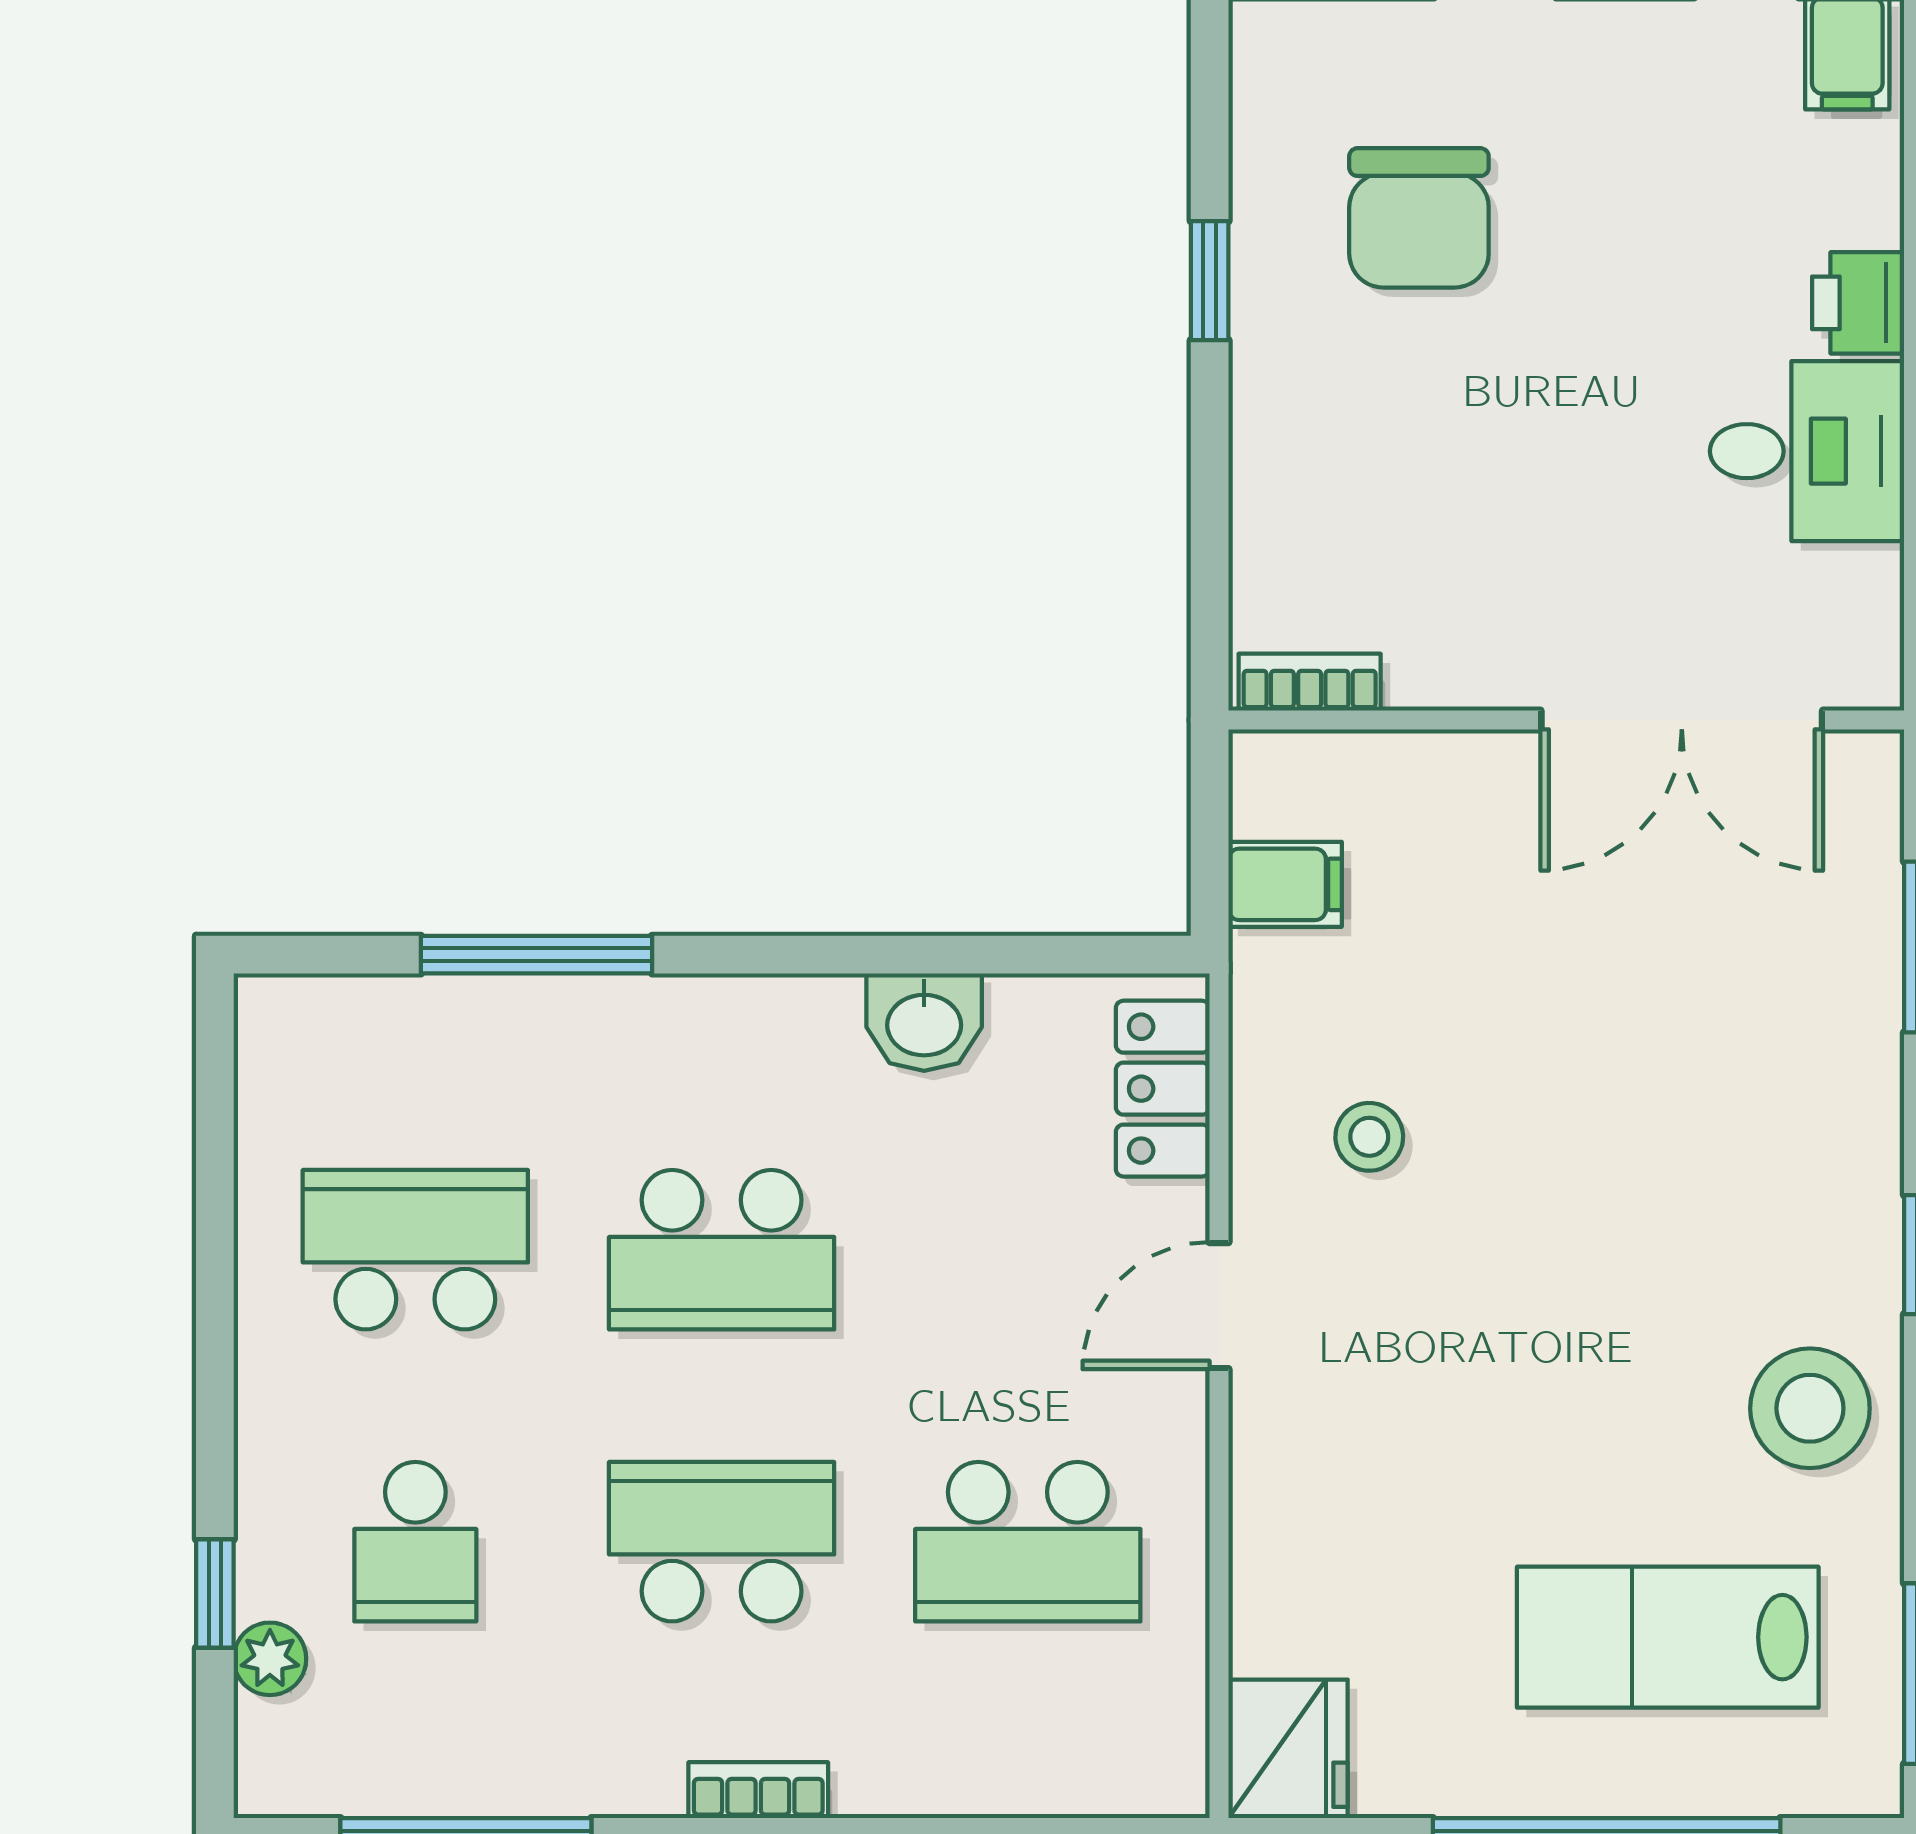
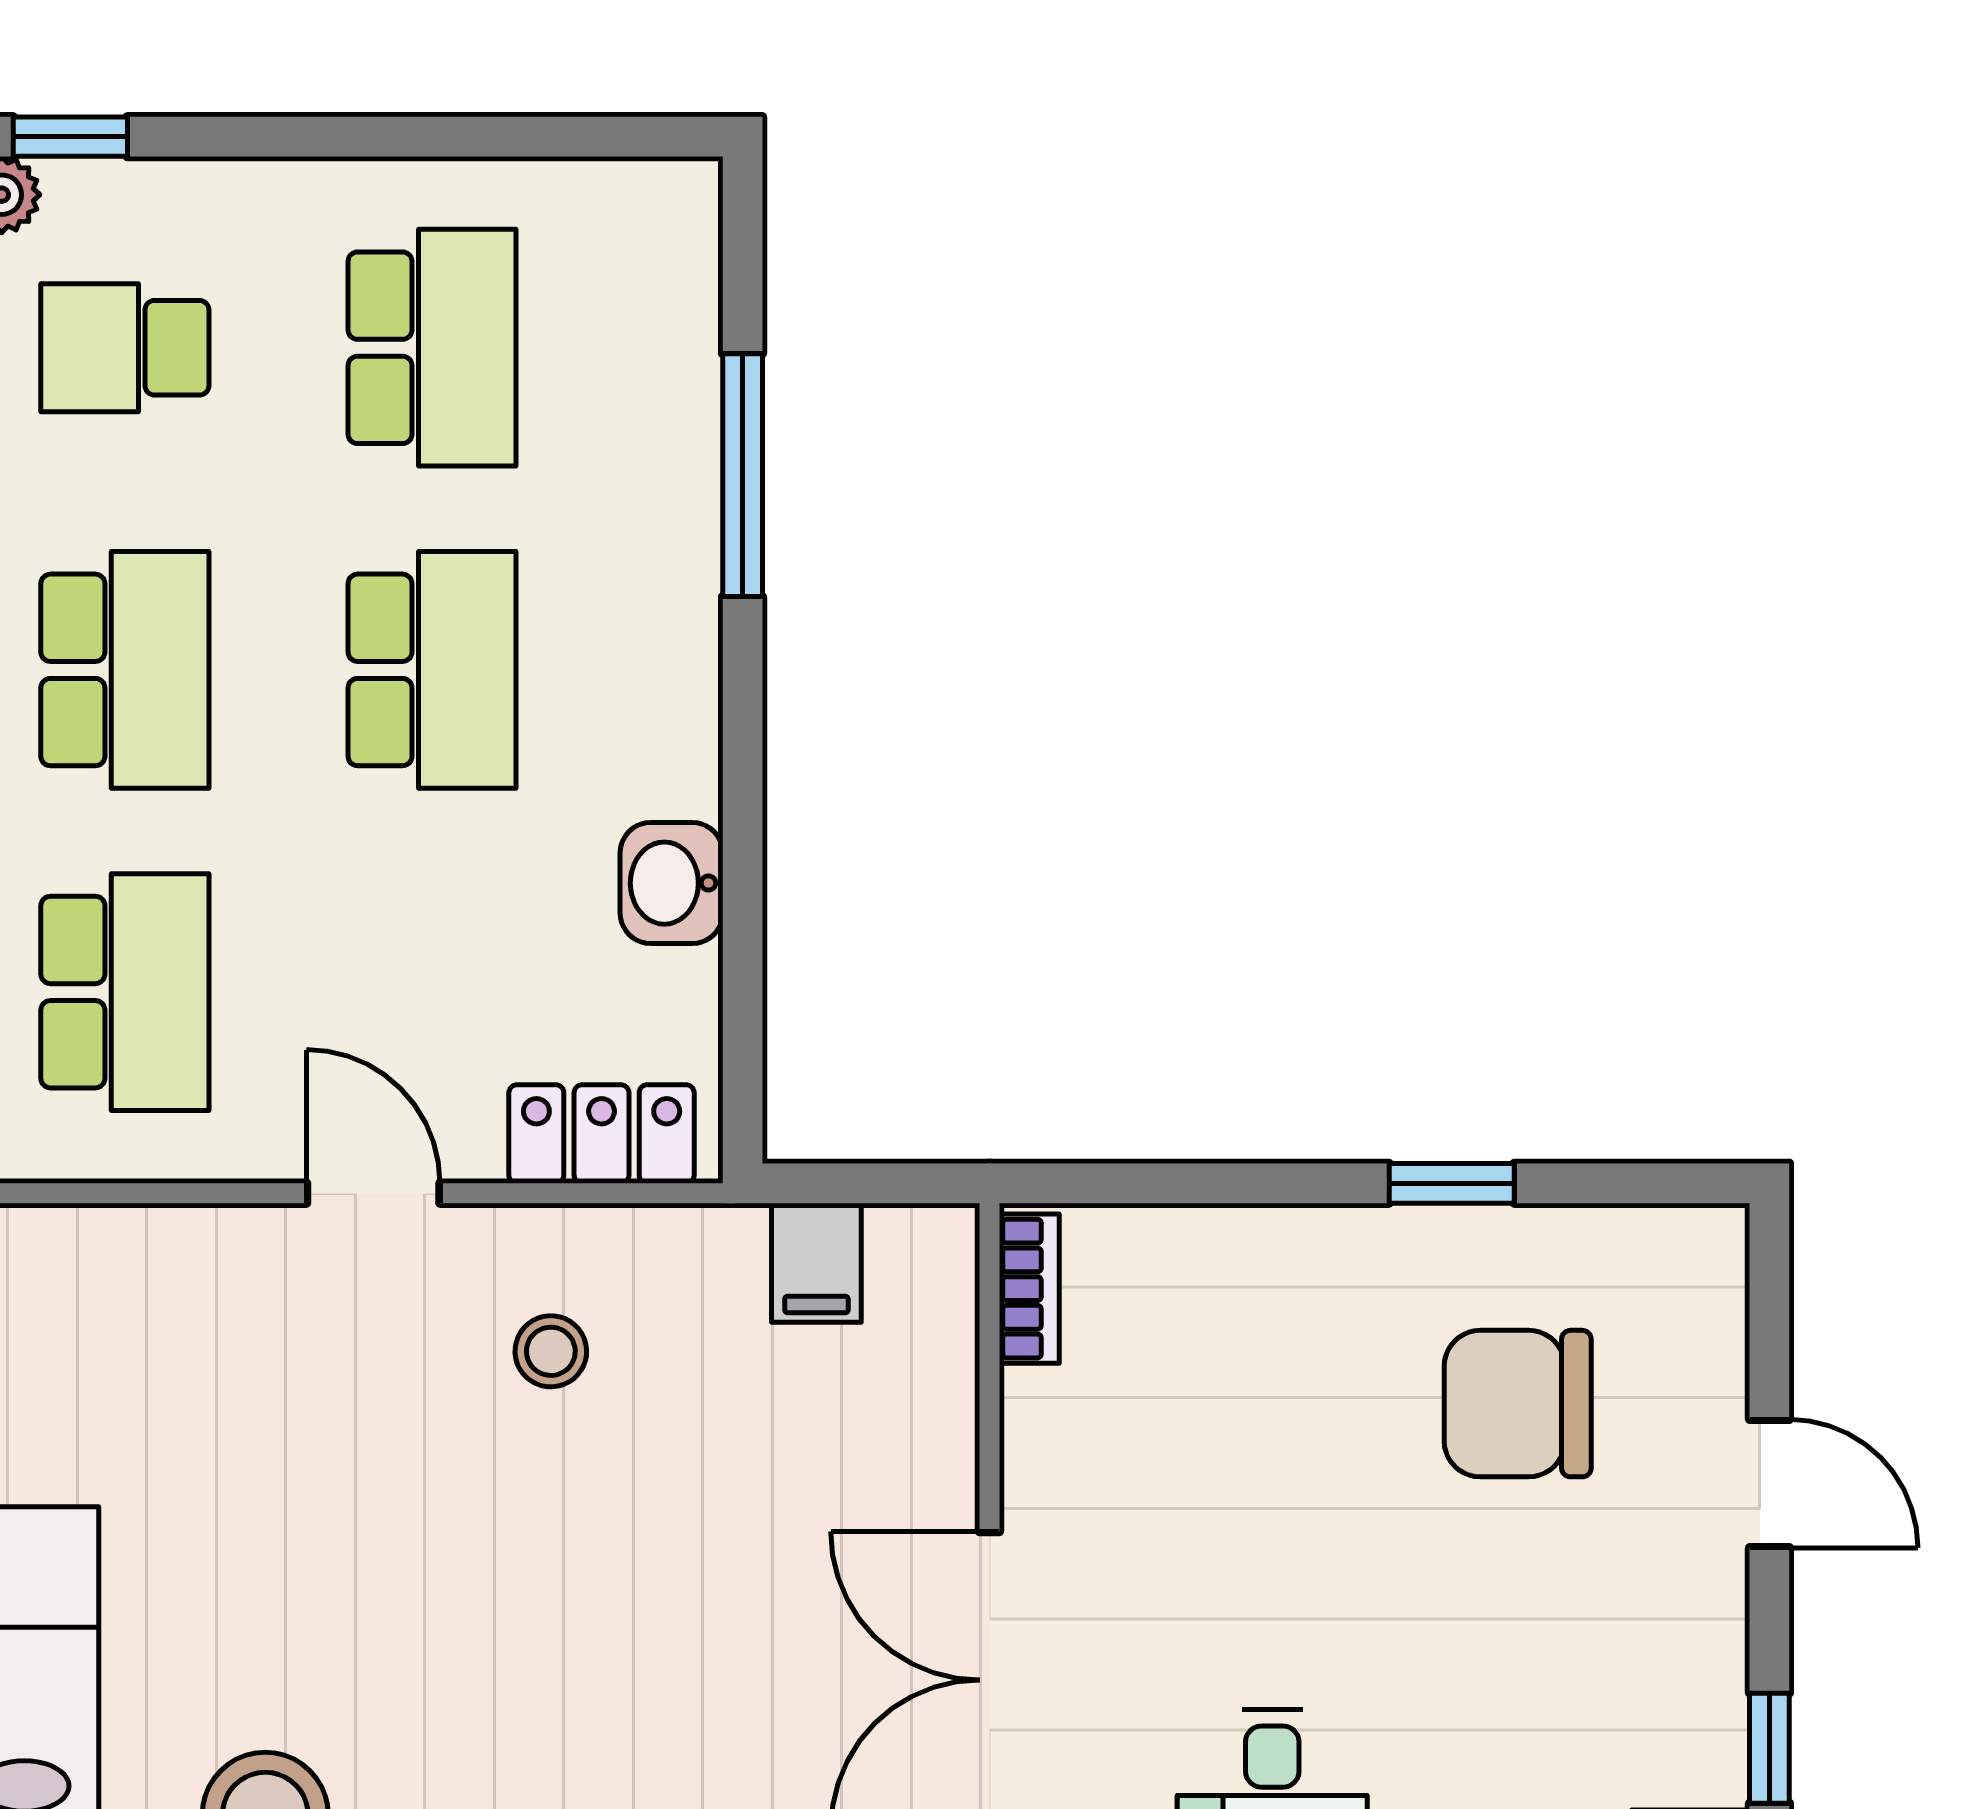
school desk: (722, 1250) -> (432, 670), turned 180
school desk: (1028, 1542) -> (125, 992), turned 180

